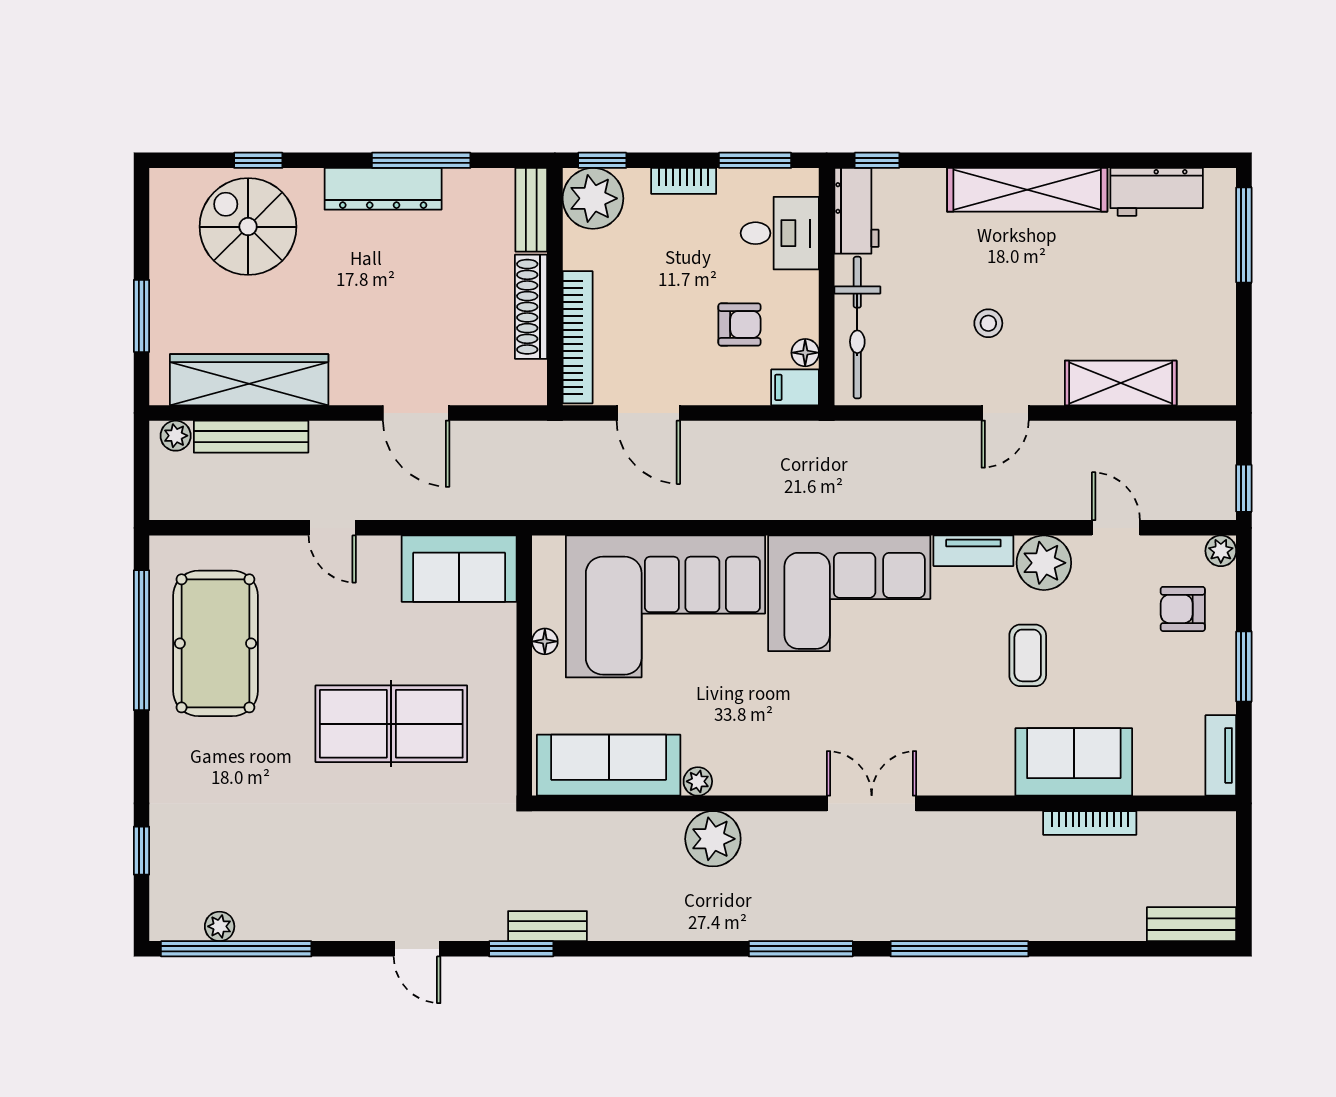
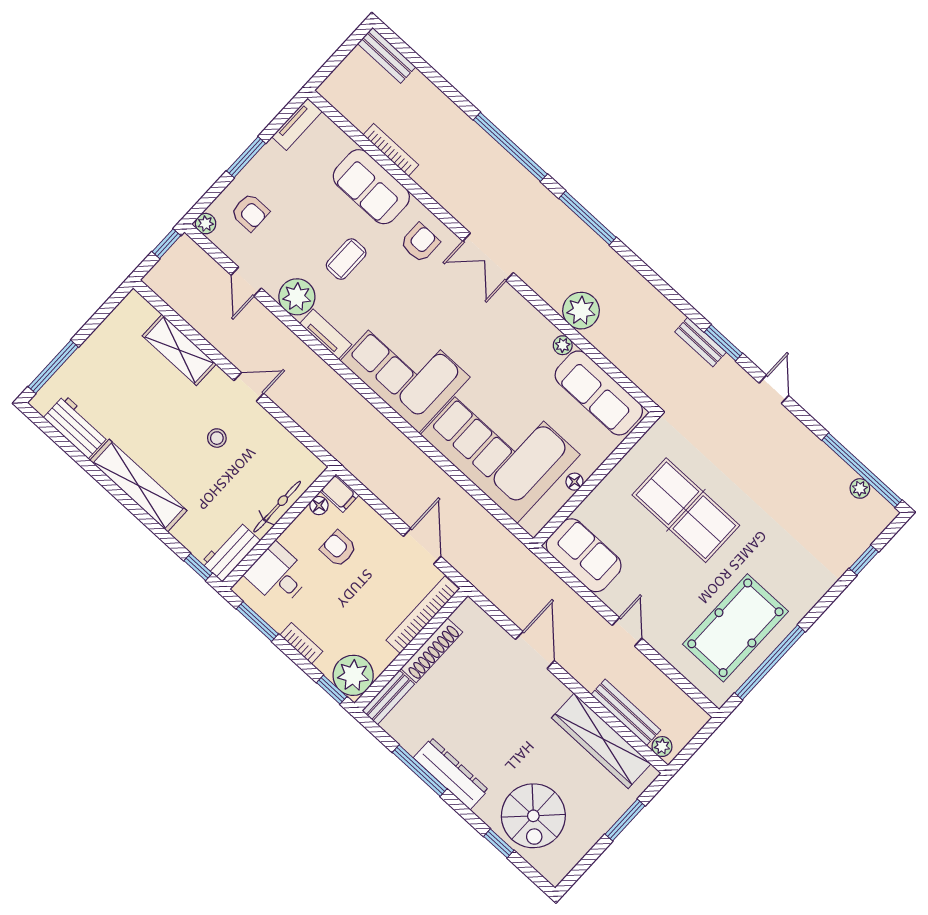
bicycle: (857, 328) -> (277, 507), width x0.73, depth x0.71
armchair: (962, 749) -> (420, 243), added

